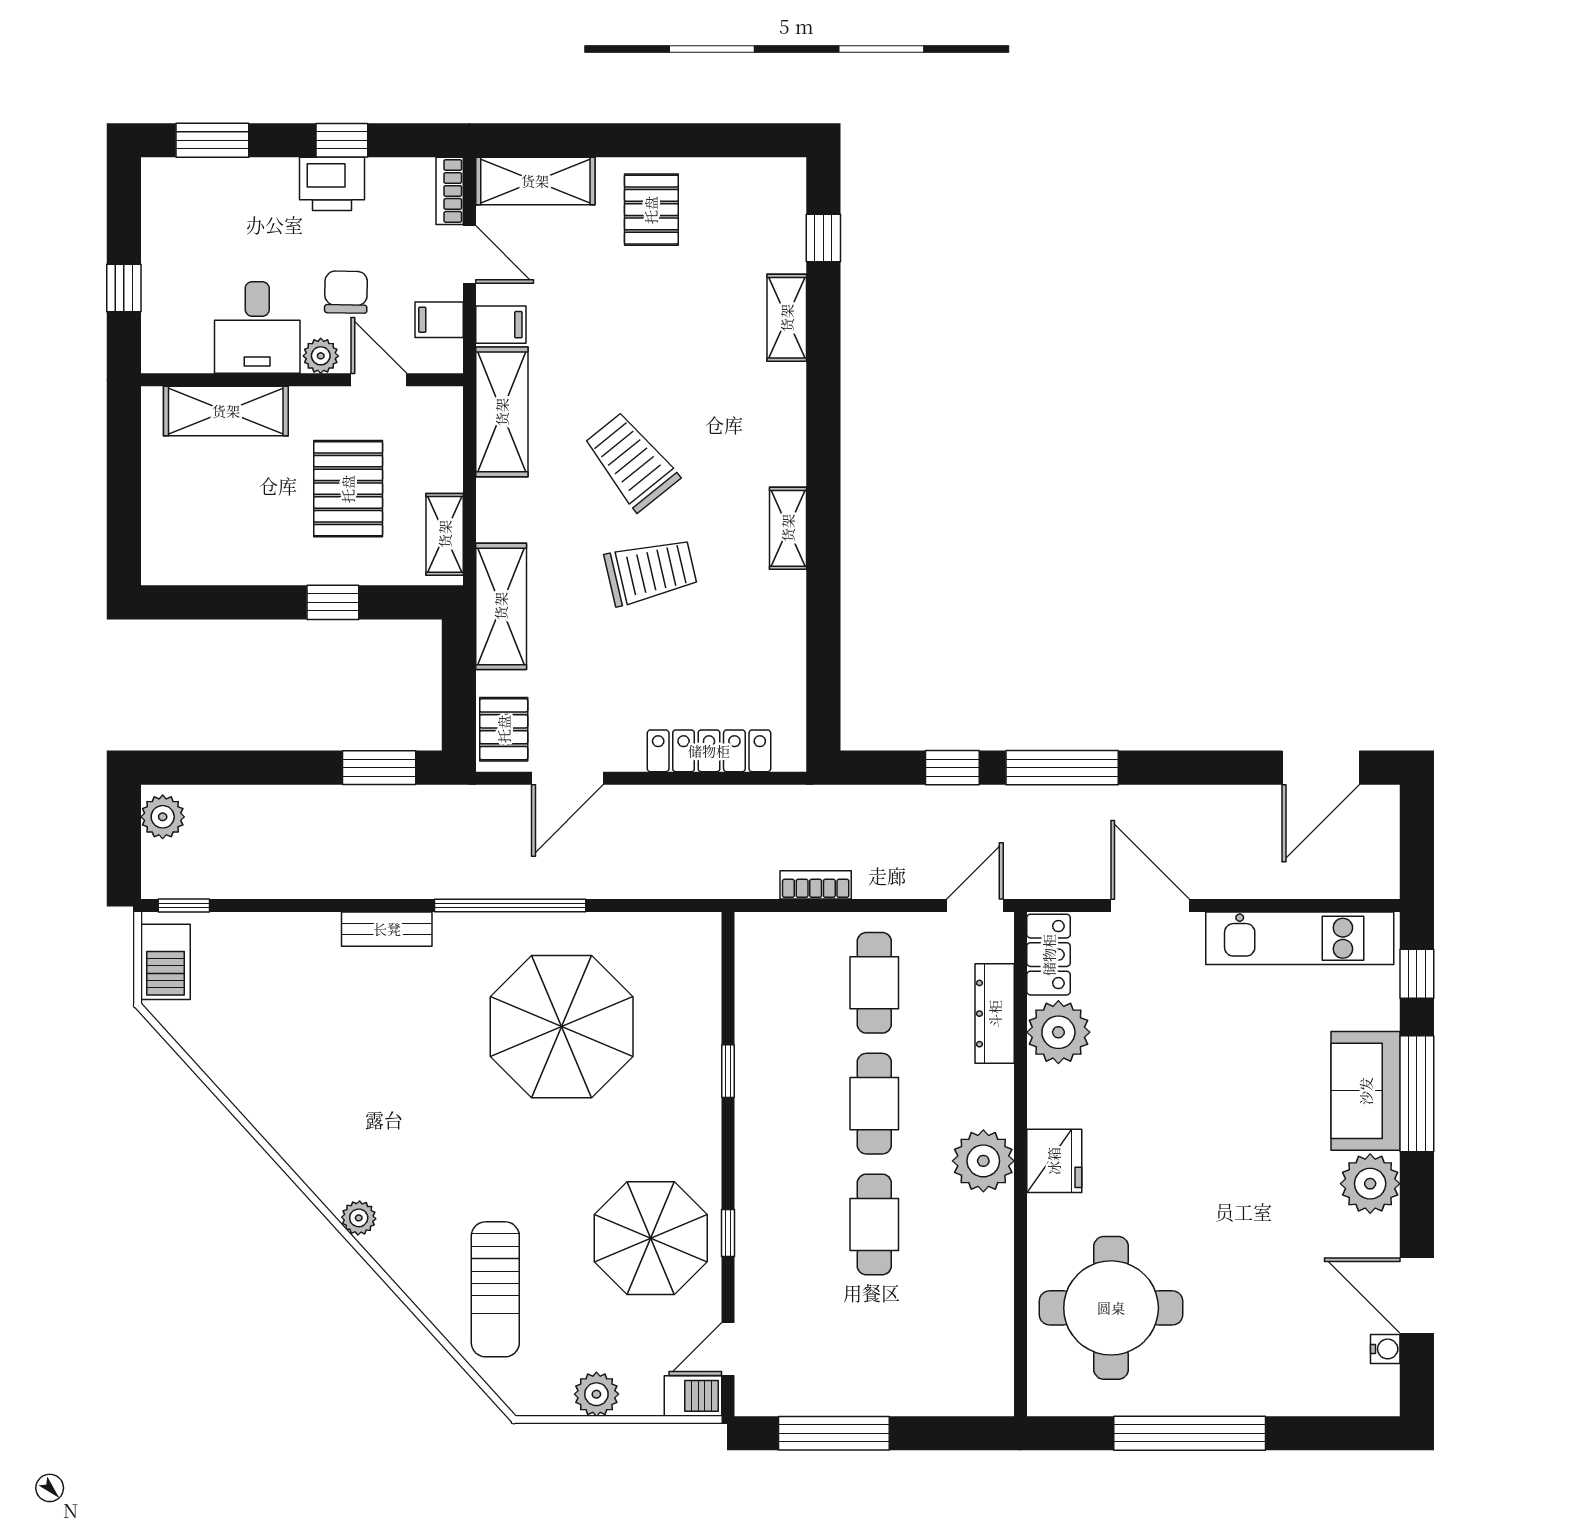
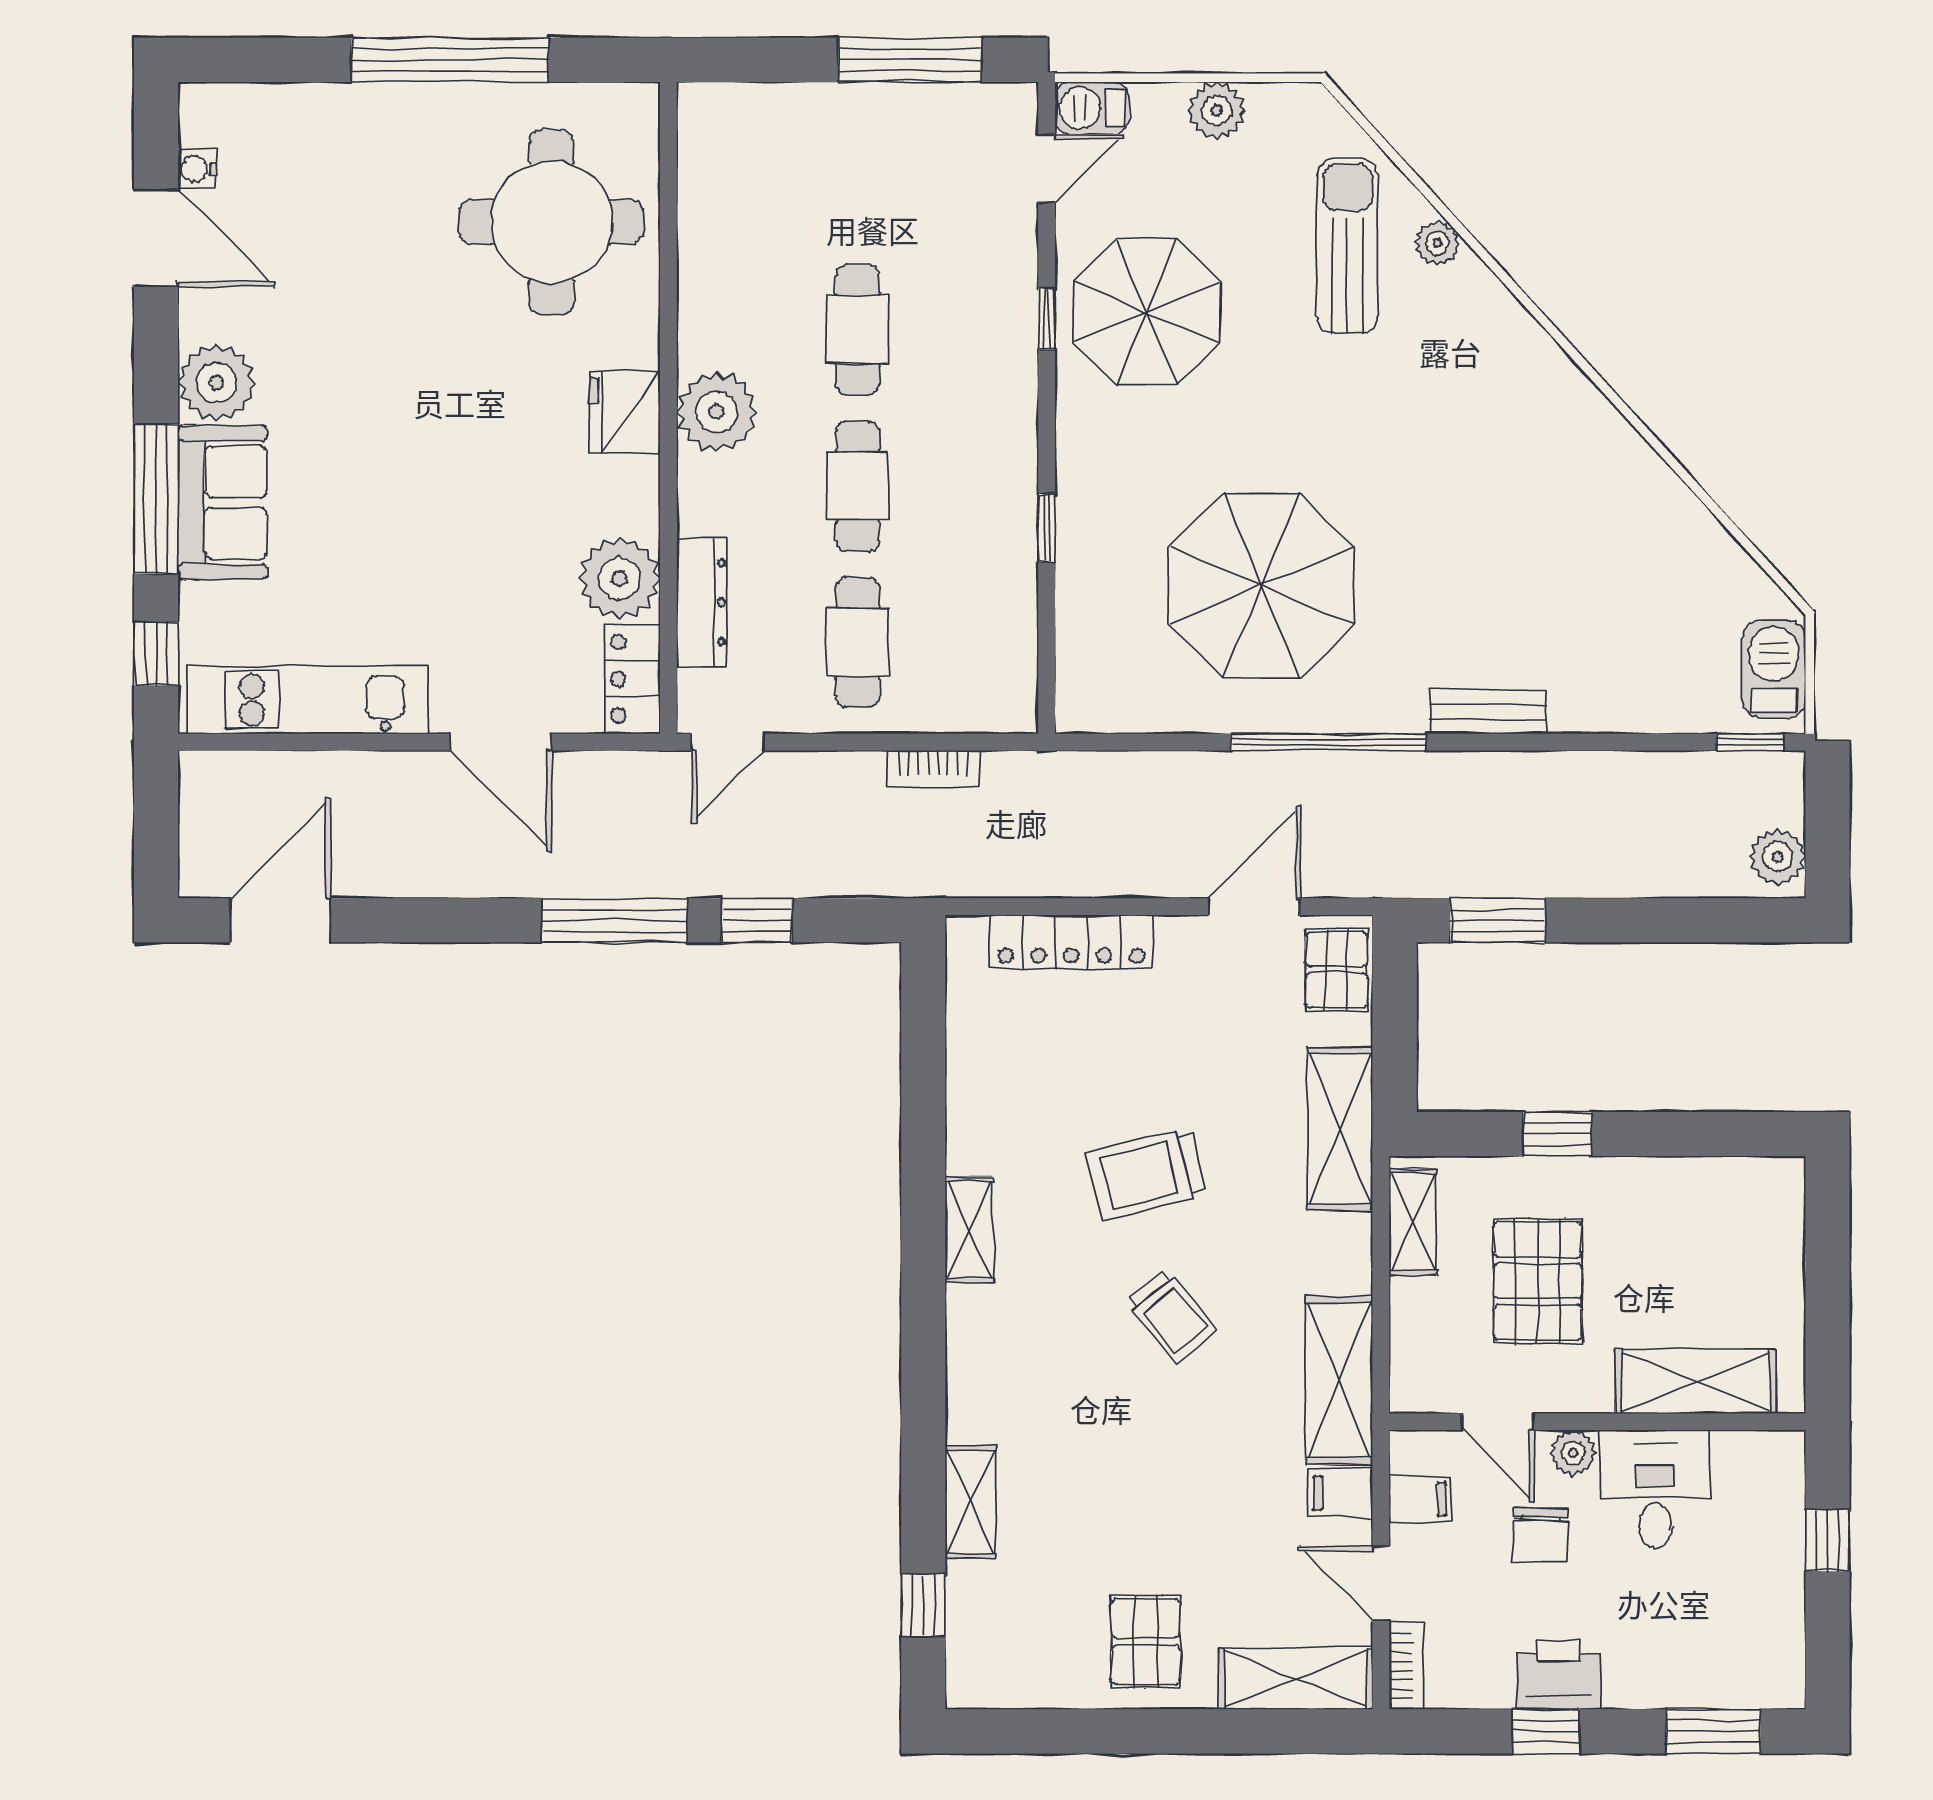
trolley: (631, 461) -> (1172, 1316), width x0.73, depth x0.72
plant: (359, 1218) -> (1437, 243), moved

